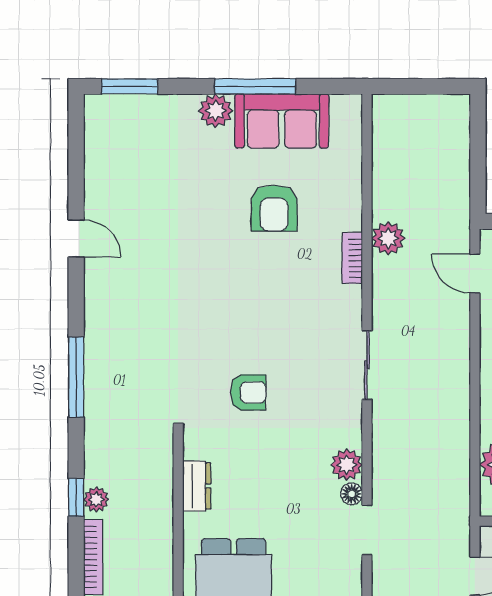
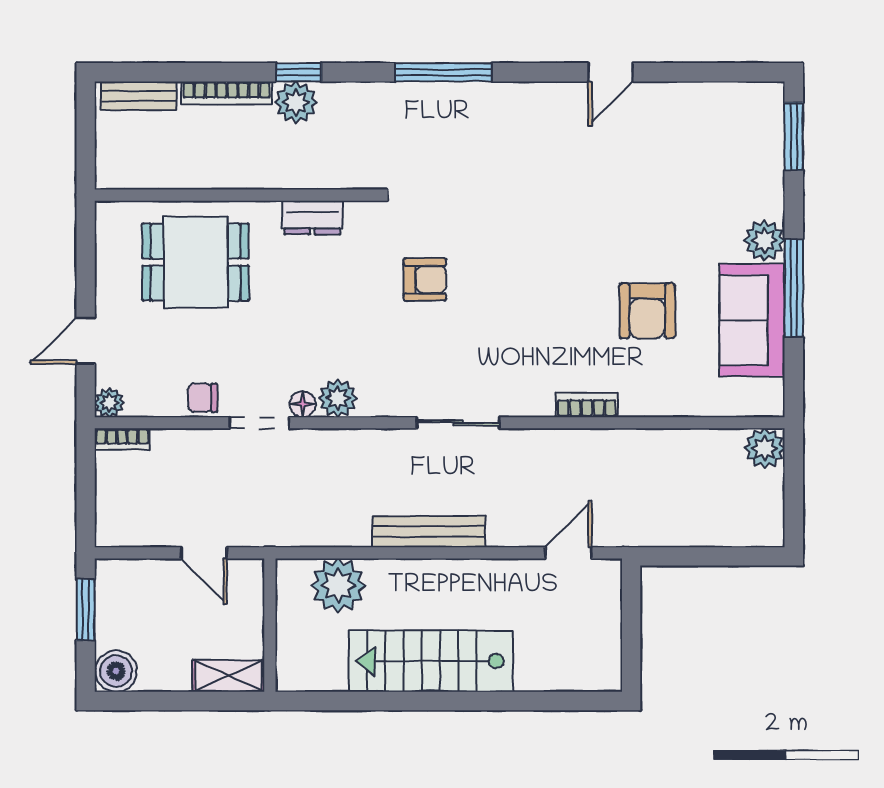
armchair: (274, 208) -> (647, 311), turned -90
plant: (388, 238) -> (765, 448), moved
bench: (457, 389) -> (429, 532), added
armchair: (248, 392) -> (425, 280), turned -90
plant: (96, 499) -> (296, 102), width x1.38, depth x1.38
chair: (346, 577) -> (203, 398), added

